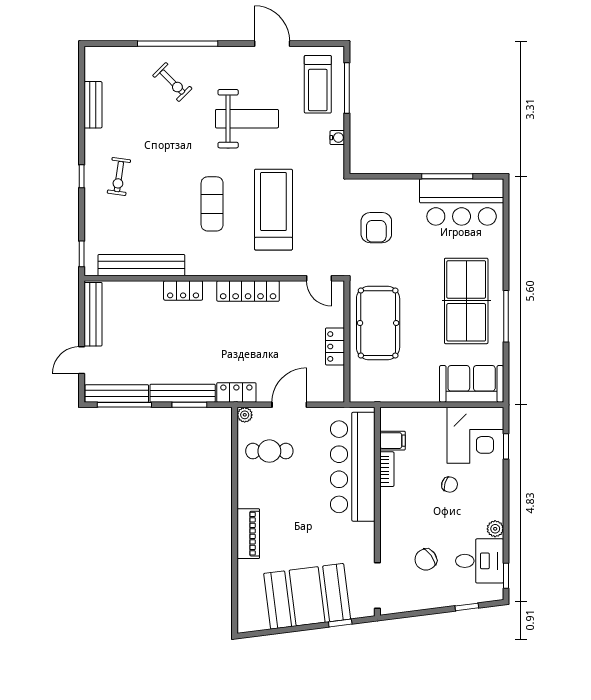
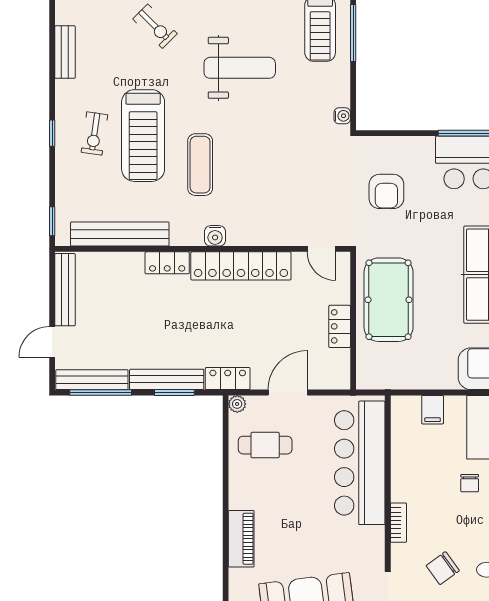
water cooler: (337, 138) -> (342, 116), moved
treadmill: (273, 210) -> (143, 136), moved, turned 180
water cooler: (225, 267) -> (215, 236), added
locker: (248, 291) -> (241, 266), width x1.41, depth x1.21
filing cabinet: (393, 441) -> (433, 410), moved, turned 90
bookcase: (387, 469) -> (398, 523), moved
chair: (450, 485) -> (470, 483), turned 74

